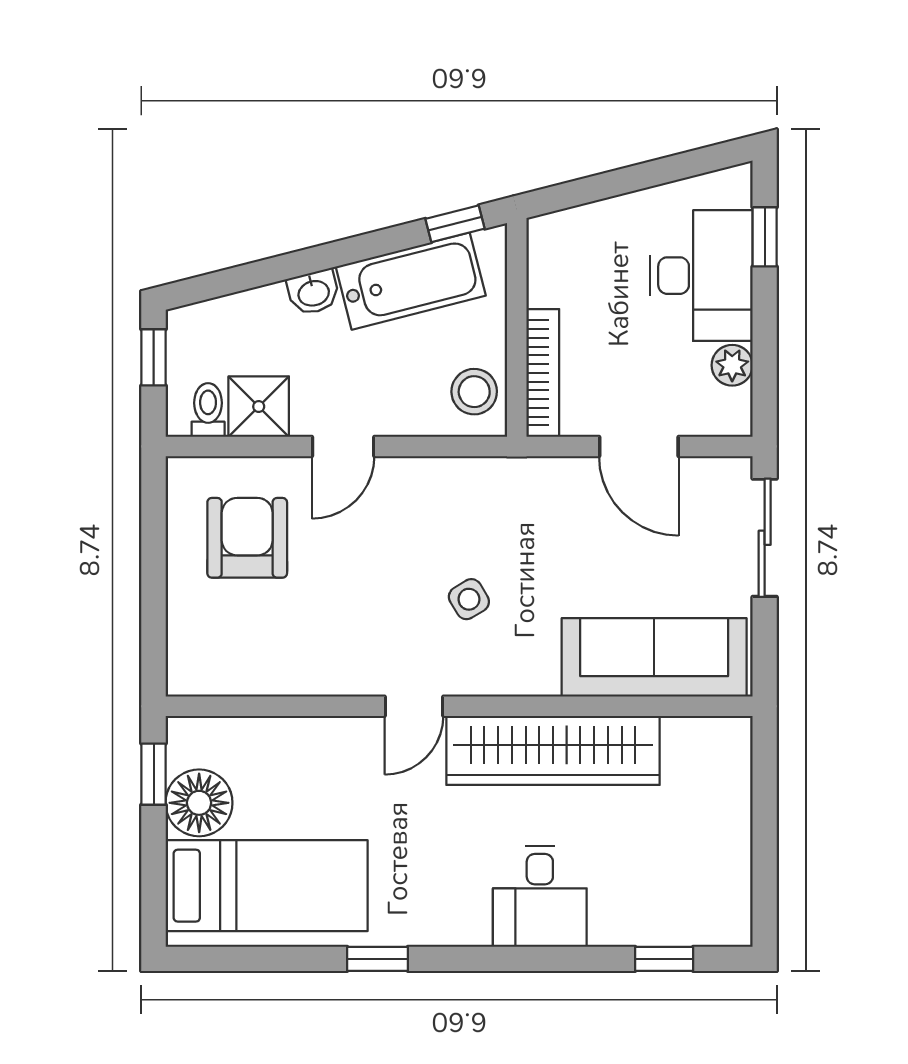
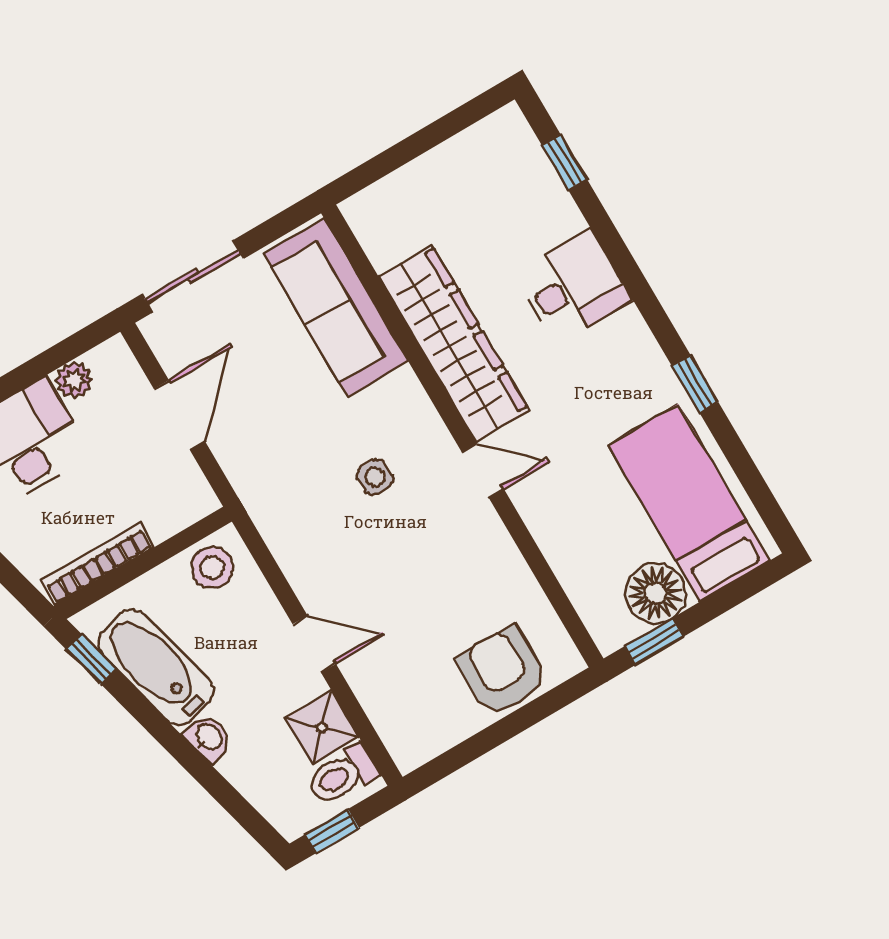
bookcase: (543, 373) -> (98, 564), moved
toilet: (208, 410) -> (342, 775), width x1.37, depth x1.39
armchair: (247, 538) -> (502, 671), moved, turned 90
side table: (469, 599) -> (375, 477), turned 31

